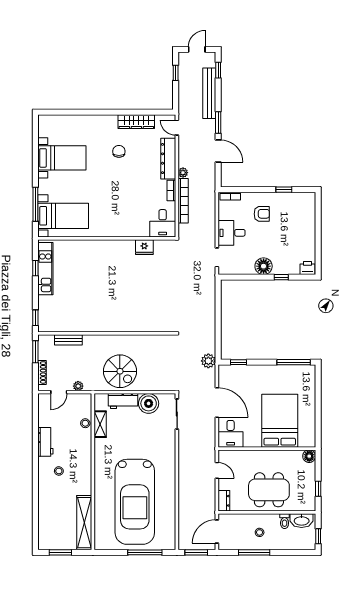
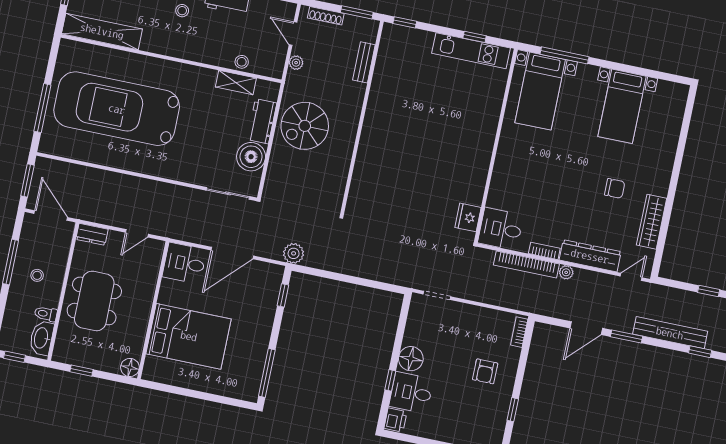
desk: (232, 233) -> (411, 393), moved, turned -90
fridge: (144, 247) -> (468, 217), moved

